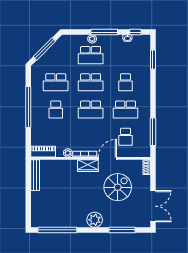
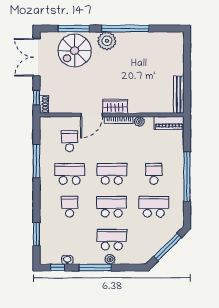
window: (153, 132) -> (36, 161), moved
window: (153, 173) -> (36, 98), added
spiral stairs: (118, 187) -> (75, 51), moved
window: (57, 230) -> (125, 29), moved

